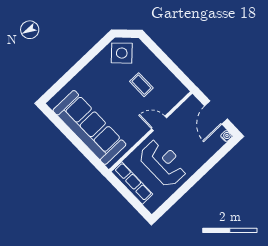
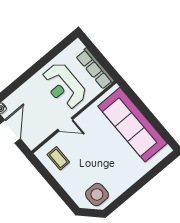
side table: (122, 53) -> (97, 194), turned 45
coffee table: (141, 85) -> (58, 158), moved

